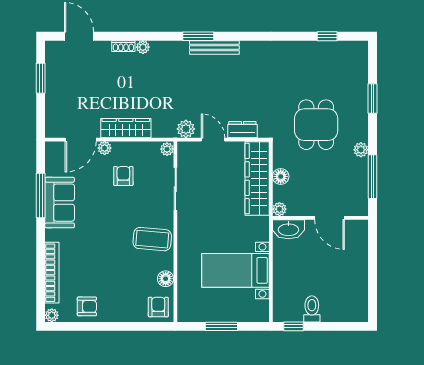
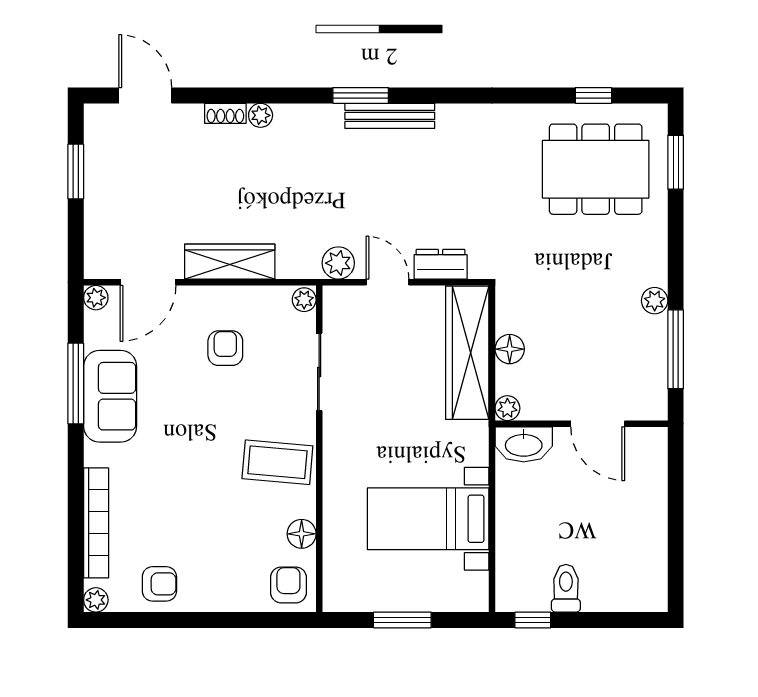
window: (373, 98) -> (676, 162), moved
dining table: (316, 125) -> (596, 169), moved, width x1.38
plant: (105, 148) -> (96, 298), moved

